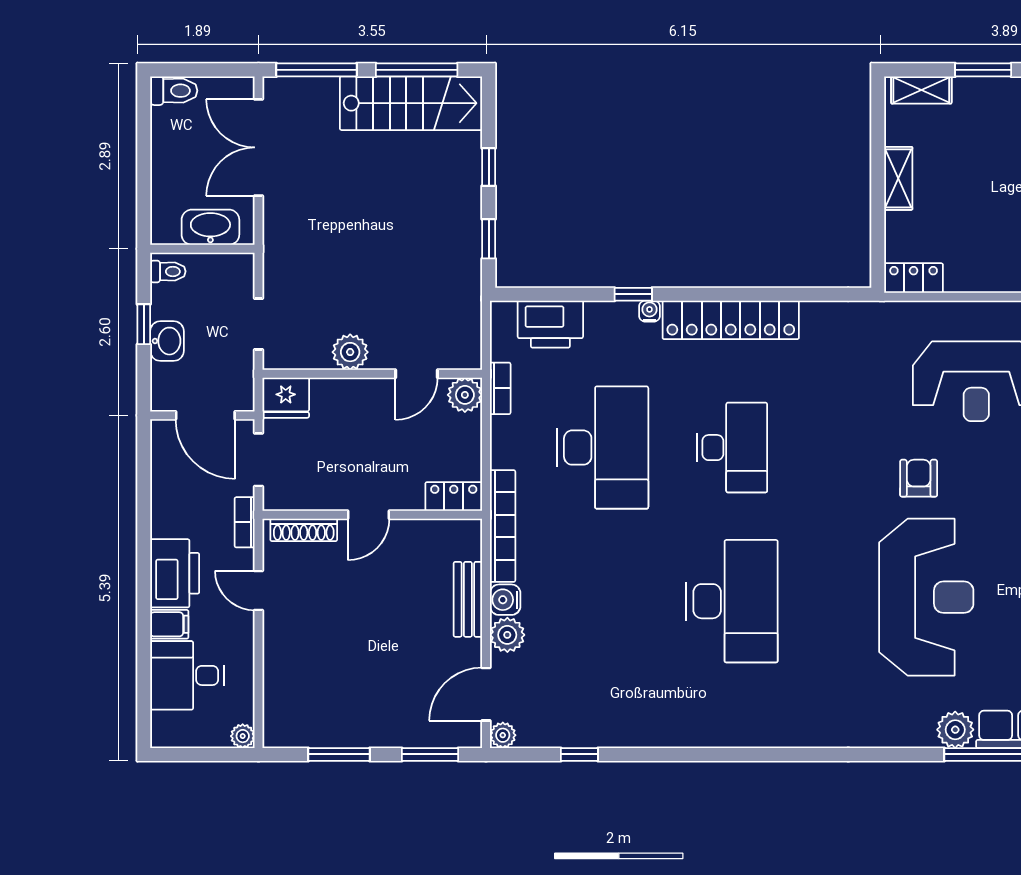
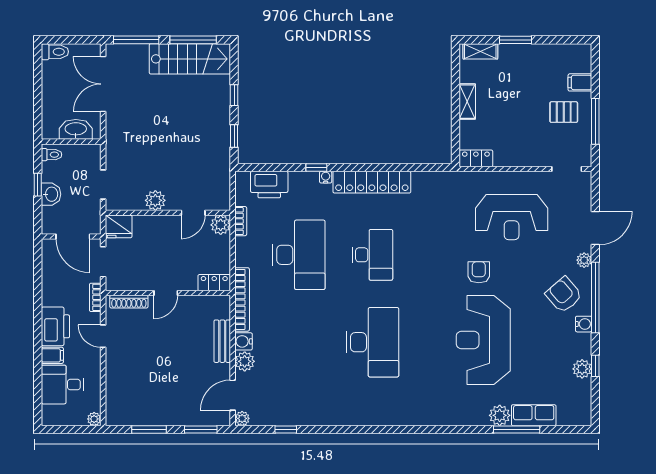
reception desk: (926, 597) -> (483, 340), turned 180

